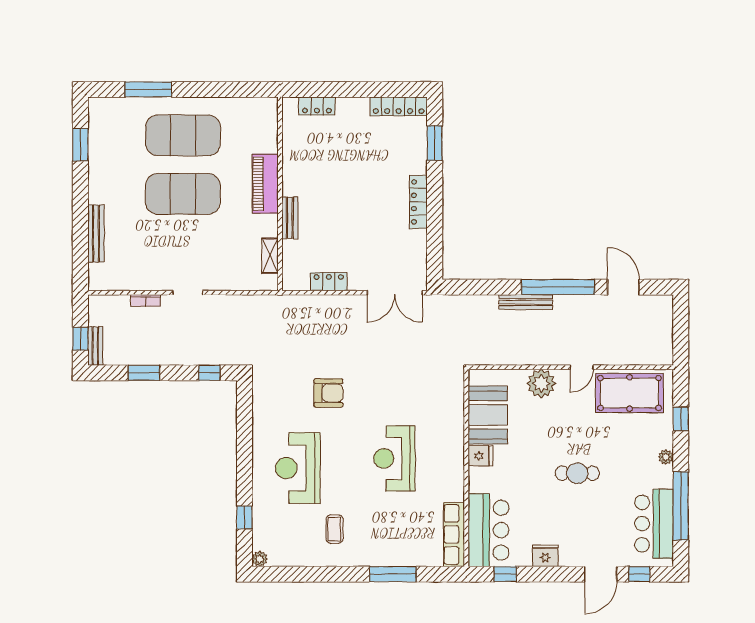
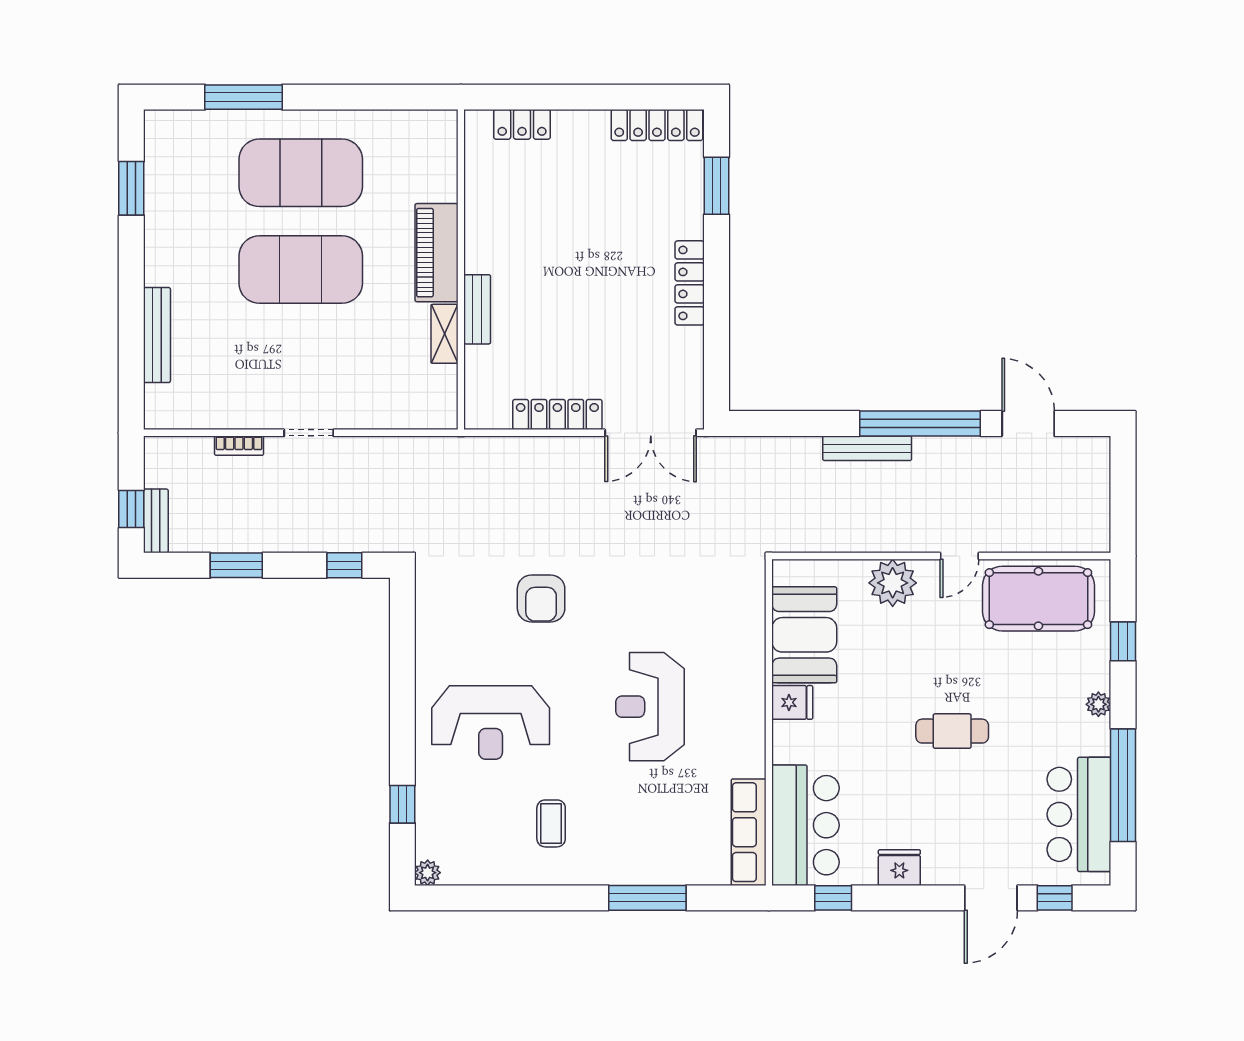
shelving: (270, 256) -> (444, 334), moved
locker: (329, 282) -> (557, 415), width x1.53
armchair: (328, 393) -> (541, 599), turned 90
reception desk: (298, 468) -> (491, 722), turned -90

